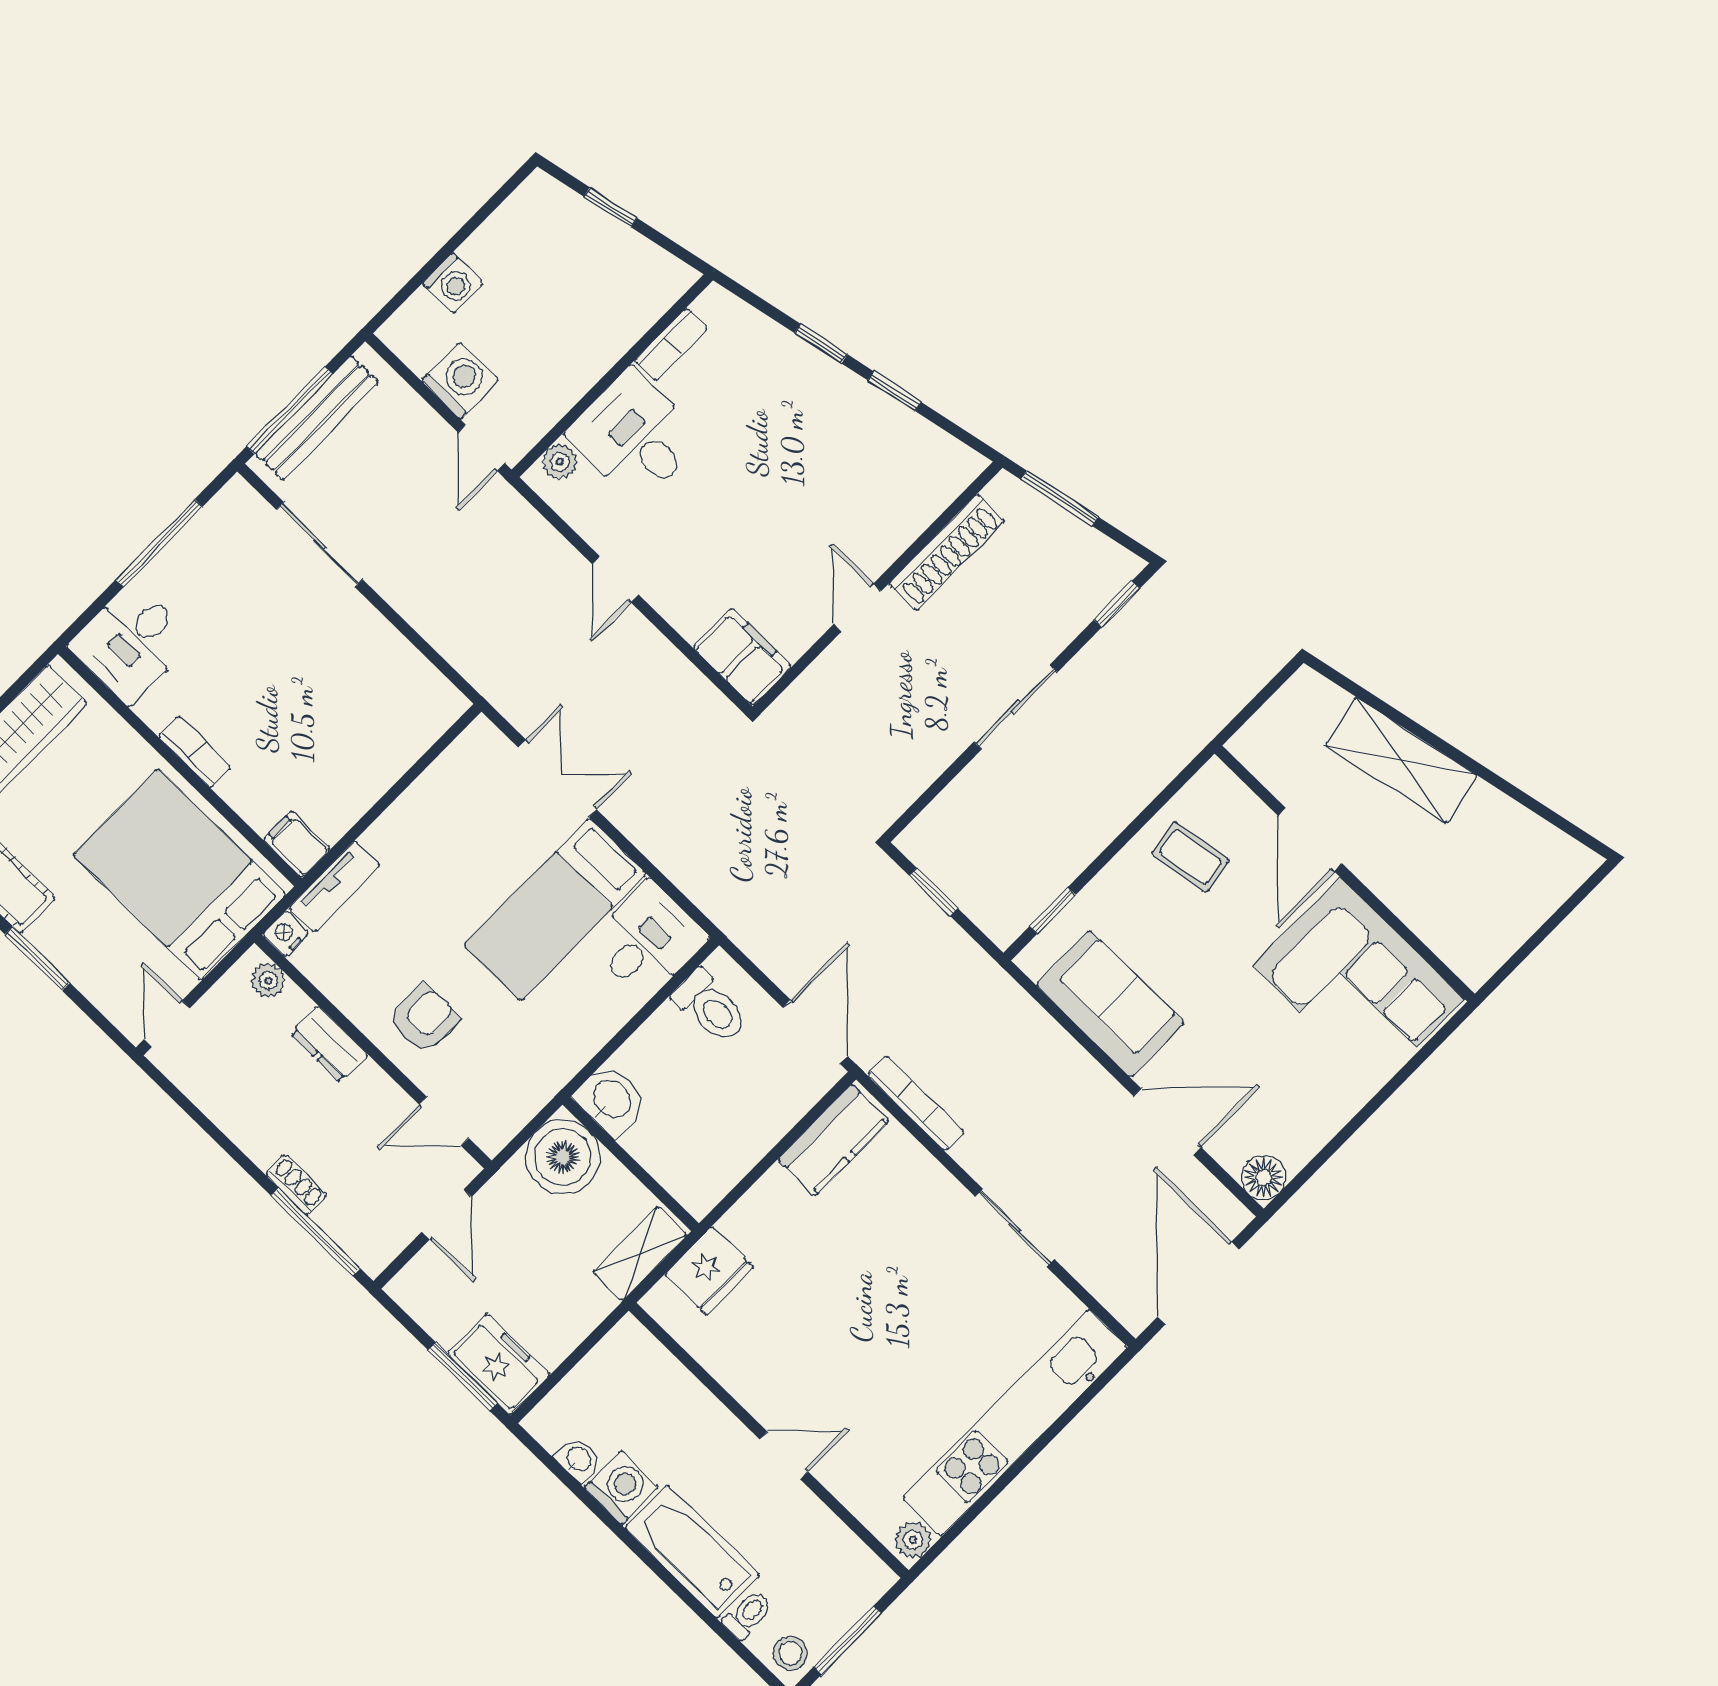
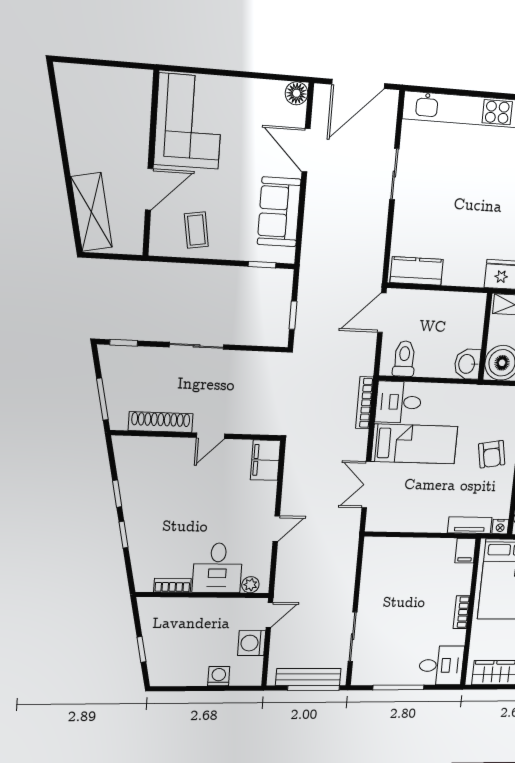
shelving: (1401, 761) -> (92, 212), moved
armchair: (424, 1019) -> (492, 454), turned -100
bookcase: (916, 1103) -> (364, 403), moved

